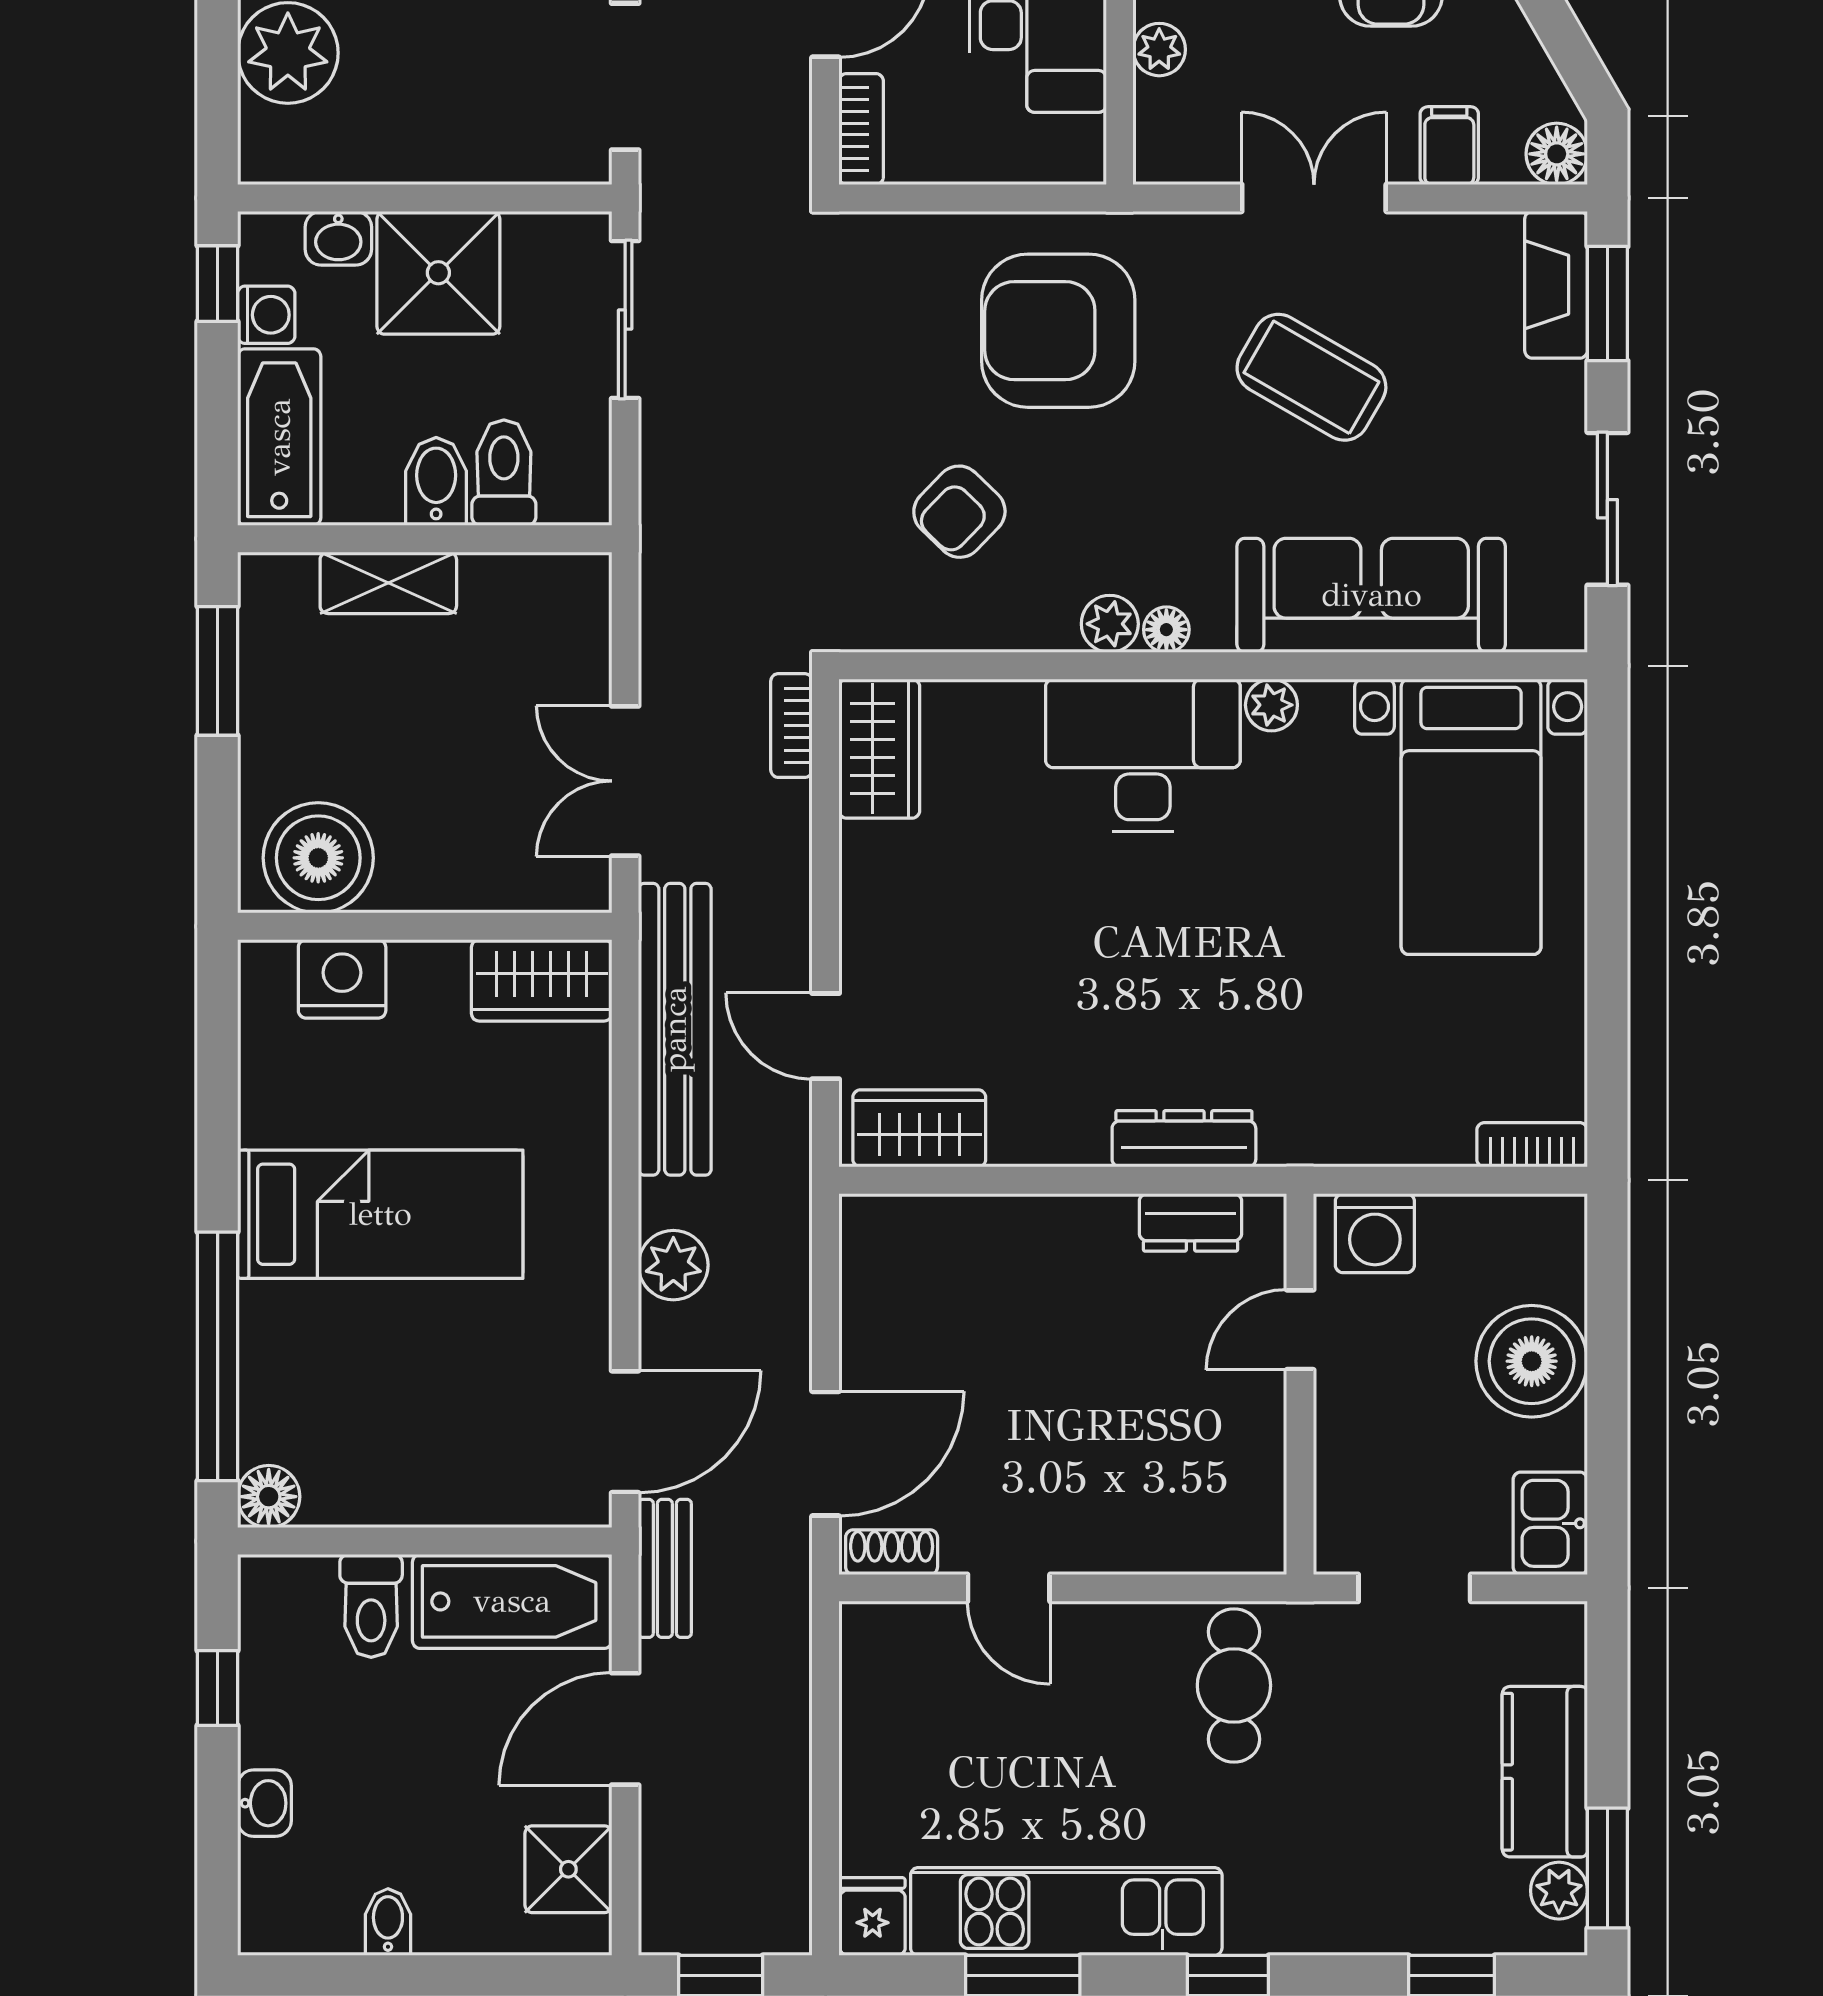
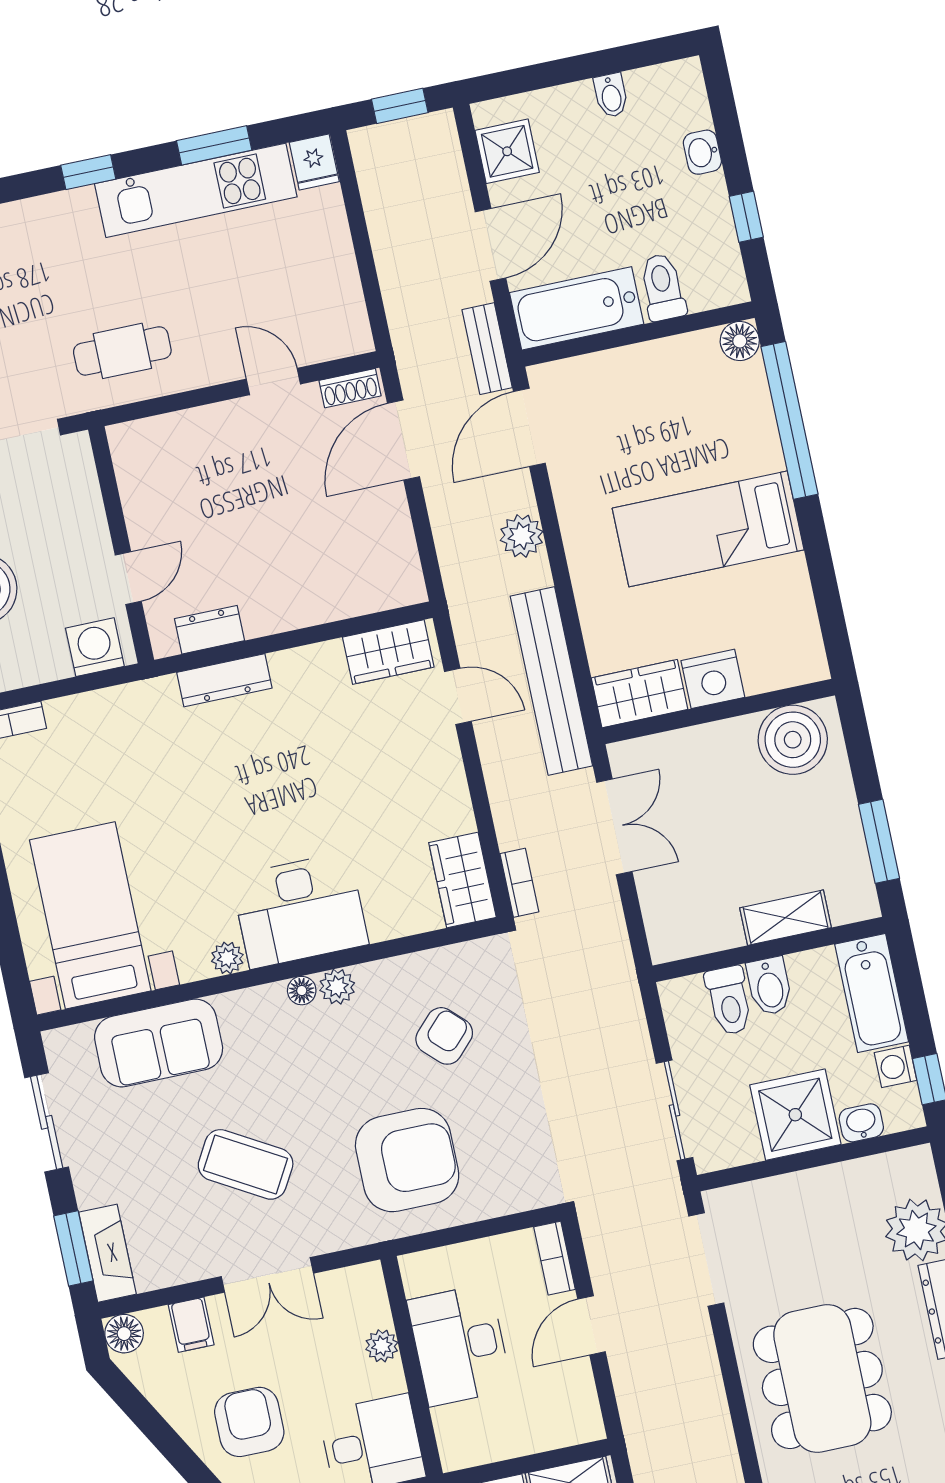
sofa: (1371, 595) -> (159, 1043), width x0.73
nightstand: (342, 979) -> (713, 679), moved
cafe table: (1234, 1685) -> (122, 351), turned 90

